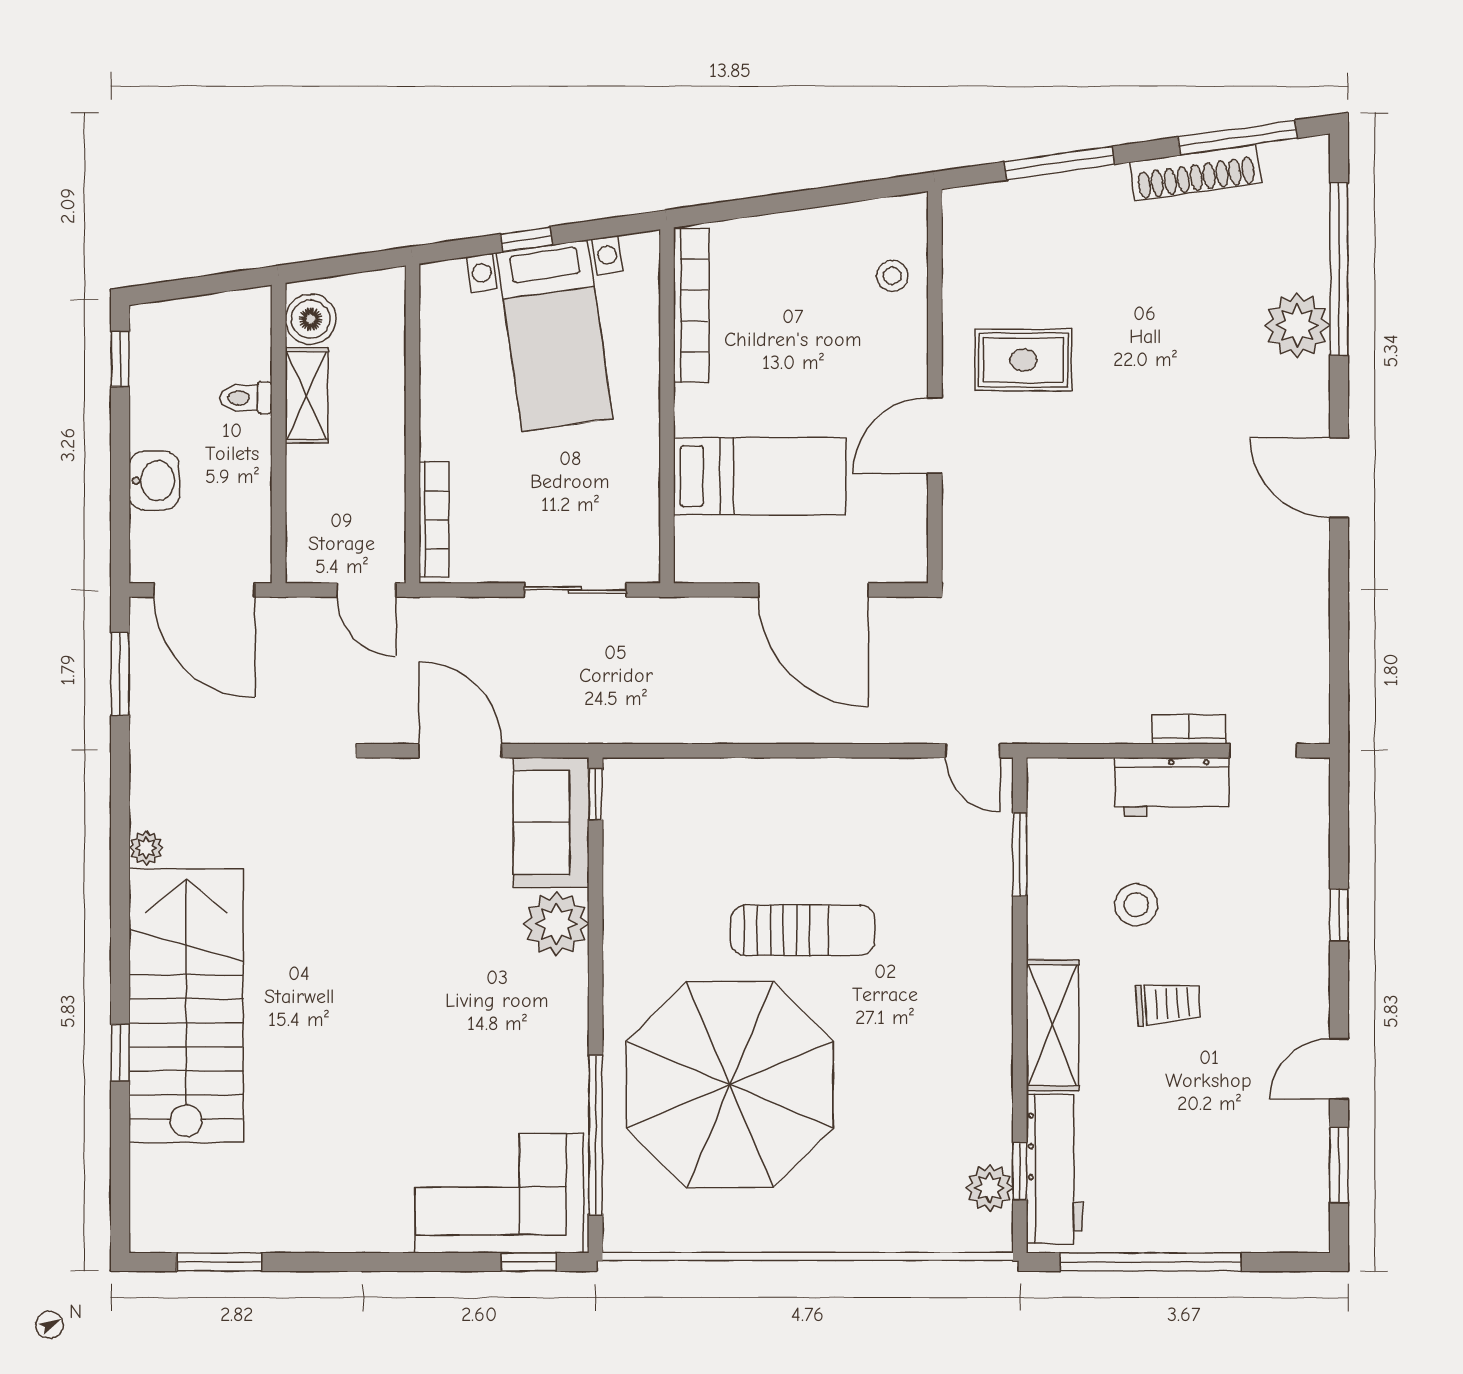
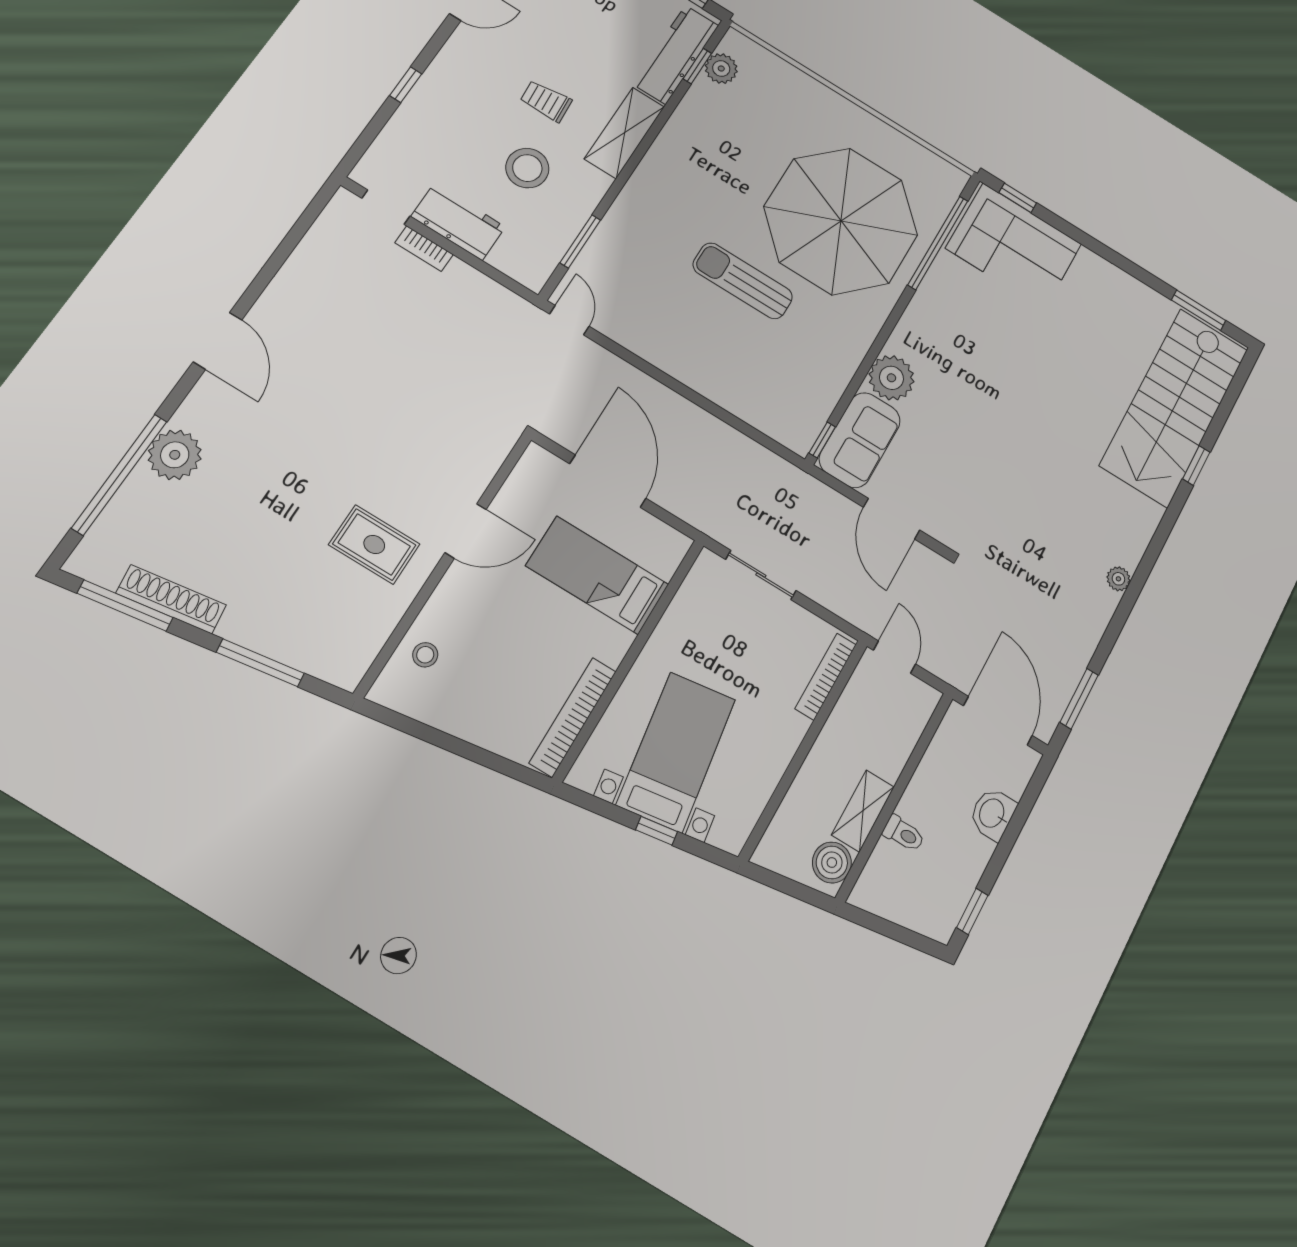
stool: (1136, 905) -> (527, 168), width x1.38, depth x1.38
stairs: (186, 1006) -> (1174, 407), moved

